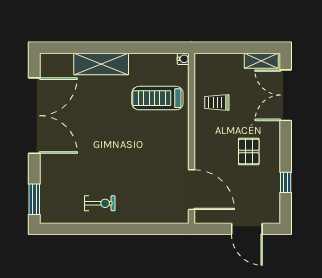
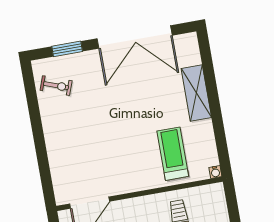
window: (34, 199) -> (67, 49), moved
exercise bike: (100, 203) -> (56, 86), moved, turned -70

